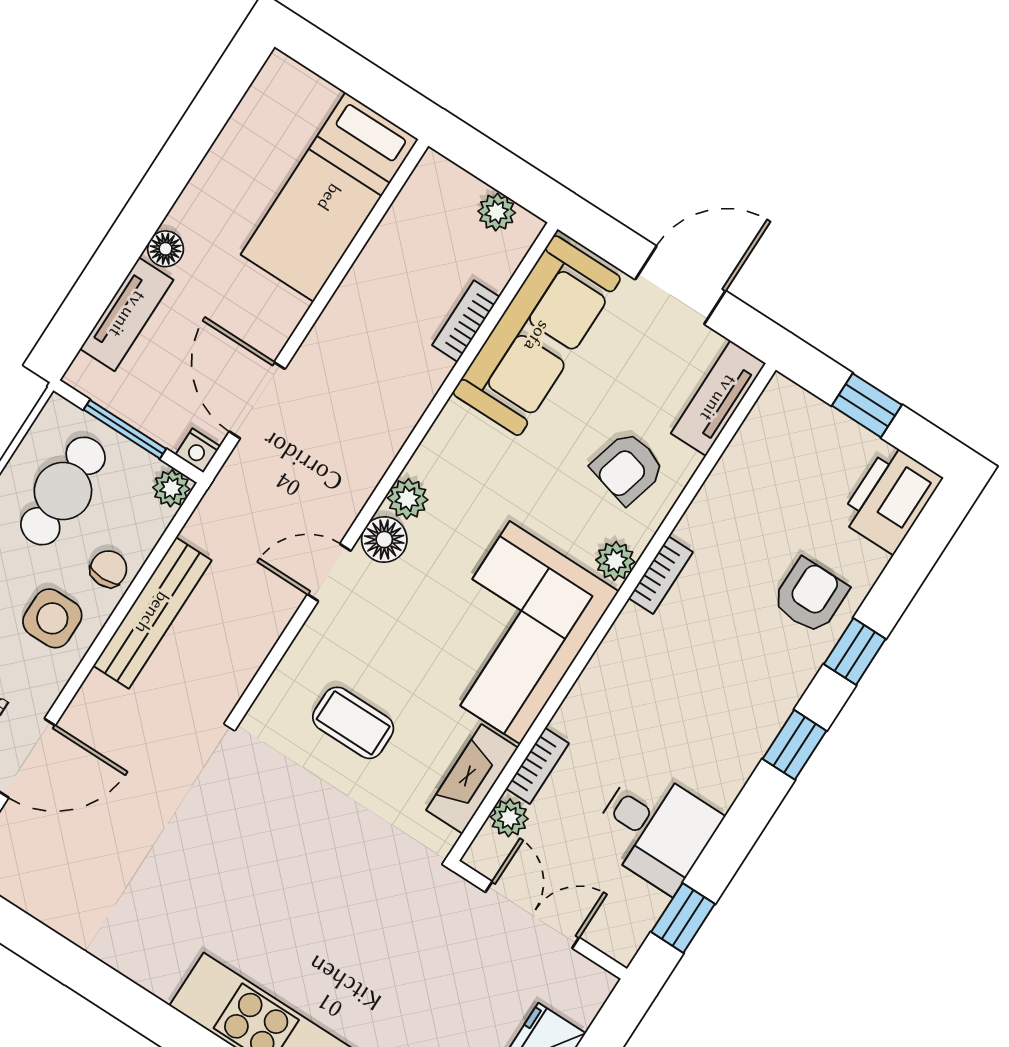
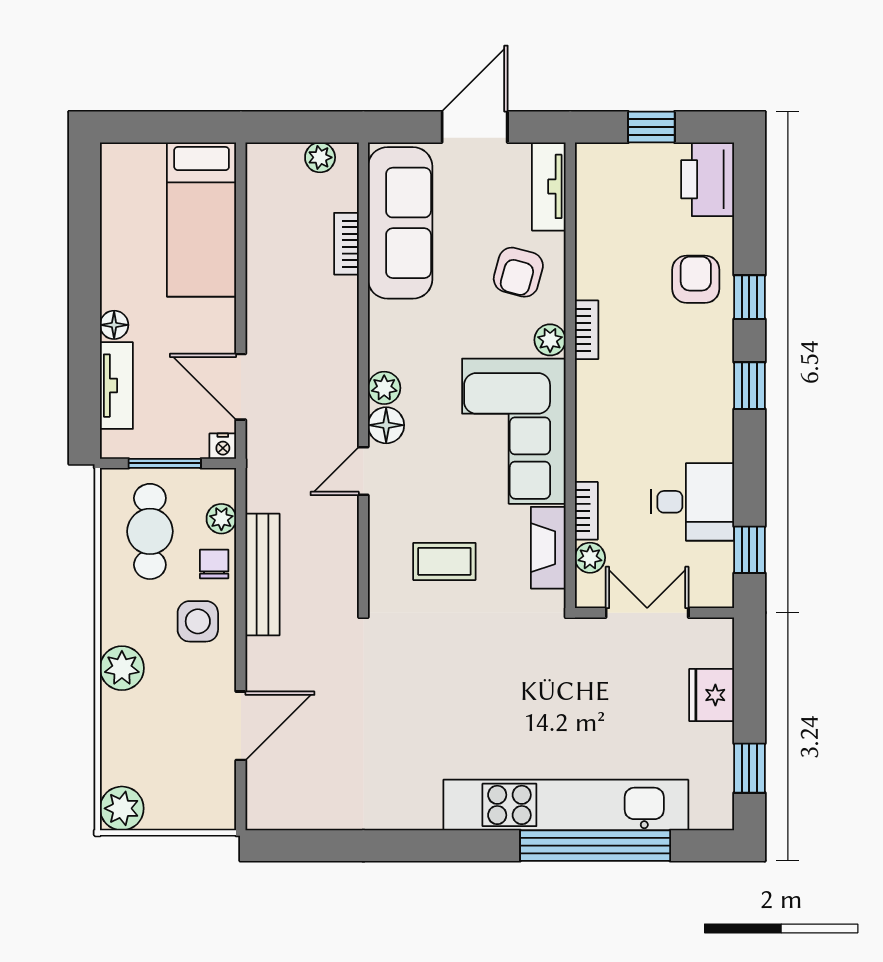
plant: (171, 488) -> (221, 519), moved

